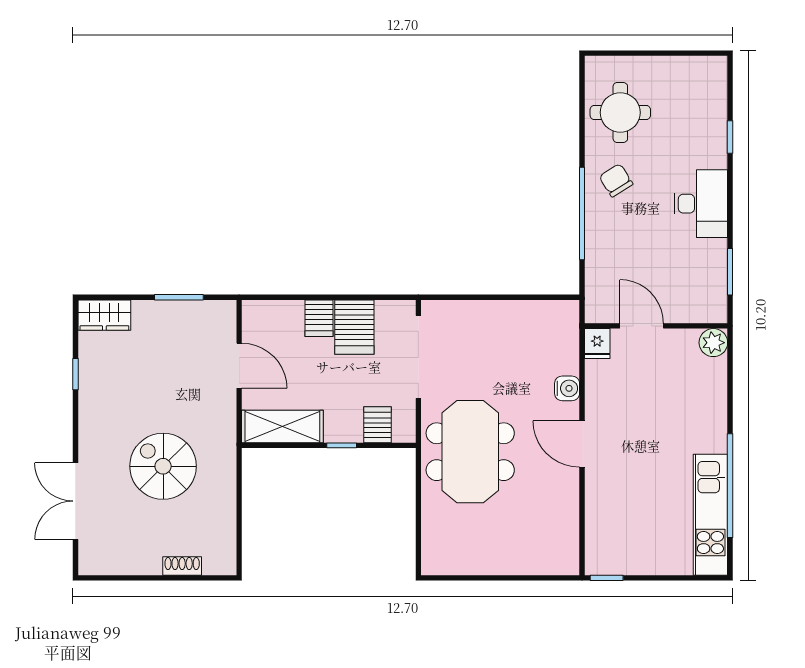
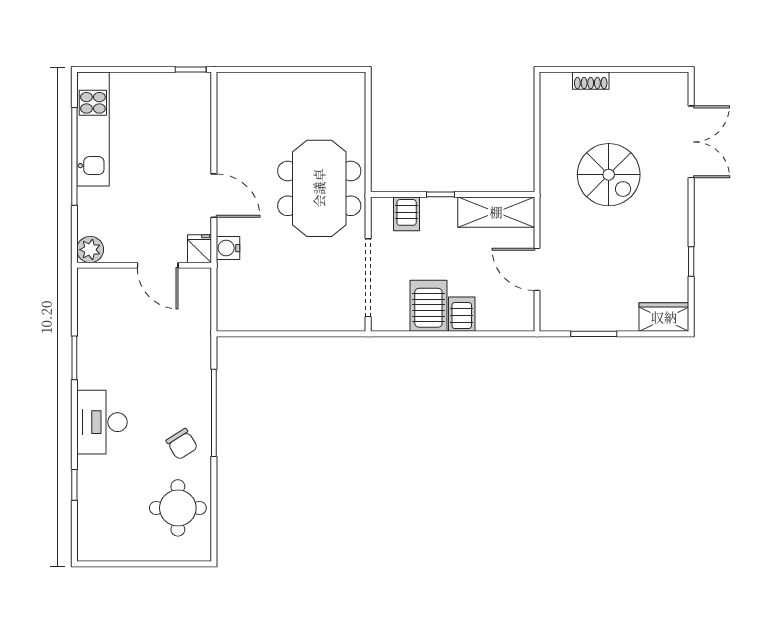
door: (642, 326) -> (158, 265), moved
wall: (656, 326) -> (144, 265), moved
fridge: (597, 343) -> (200, 249), moved
plant: (713, 343) -> (90, 250), moved

